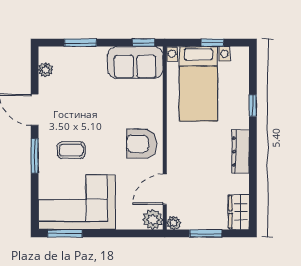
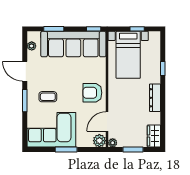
sofa: (135, 62) -> (73, 44), width x1.85, depth x1.27
window: (65, 233) -> (66, 149), moved

